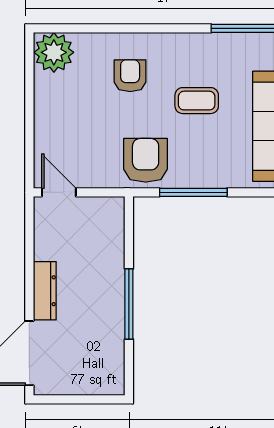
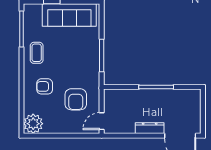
coffee table: (197, 101) -> (37, 53), moved
armchair: (146, 160) -> (76, 99), moved, turned -90

